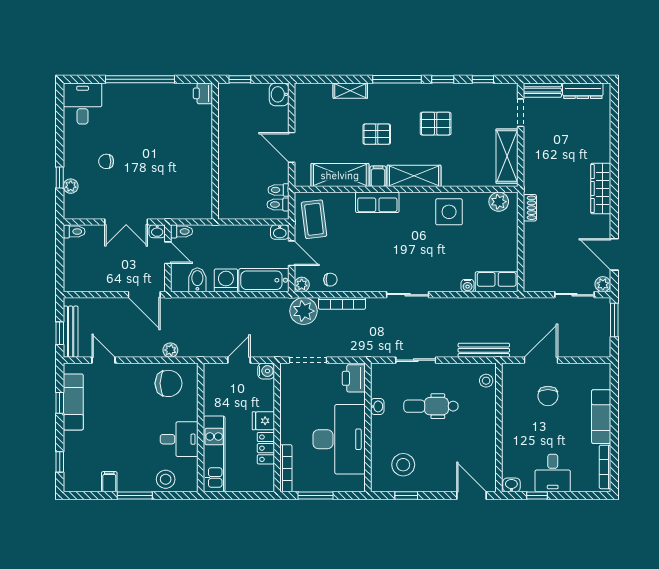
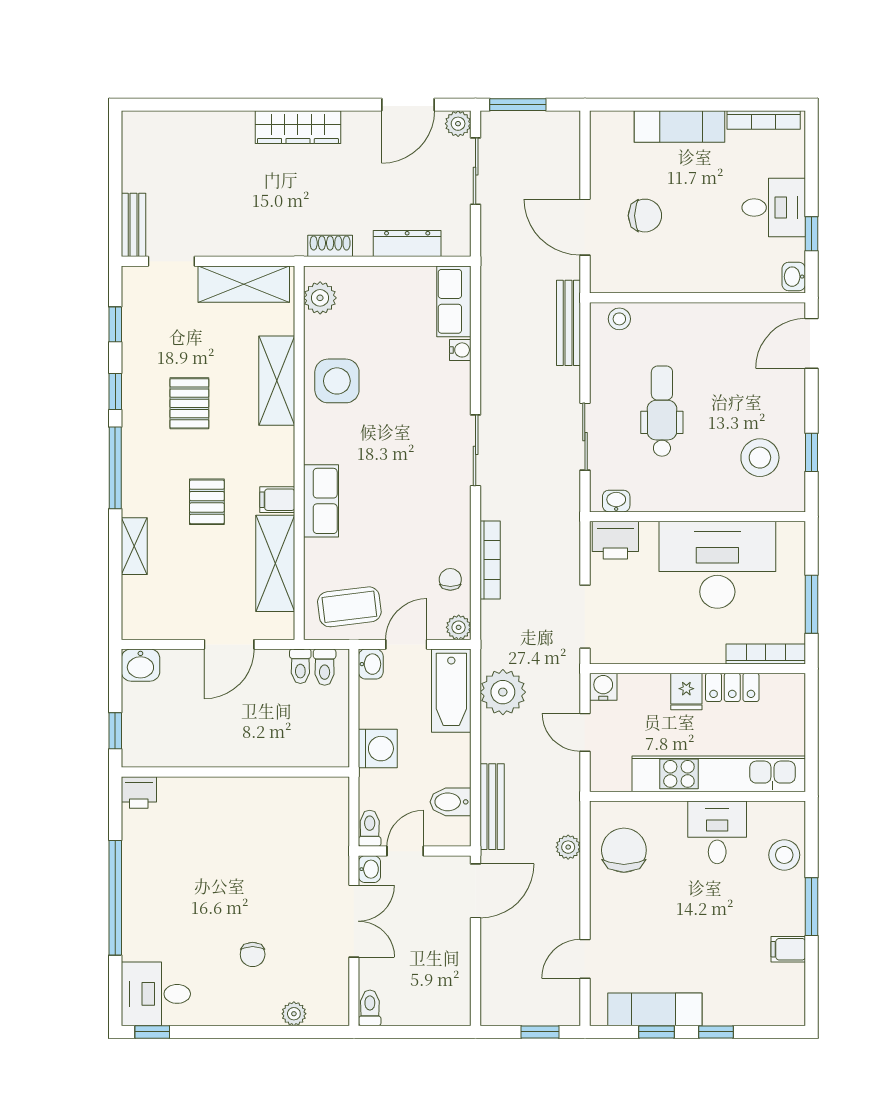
dresser: (583, 91) -> (407, 243), moved, turned -90
shelving: (414, 176) -> (277, 381), moved
window: (60, 177) -> (152, 1032), moved
washing machine: (226, 280) -> (378, 749), moved, turned 180
plant: (304, 311) -> (503, 692), moved
bench: (71, 332) -> (492, 807), moved, turned 90
washbasin: (377, 406) -> (616, 501), moved
dental chair: (431, 406) -> (662, 411), turned 180
kitchen unit: (214, 454) -> (719, 774), width x1.36
window: (60, 462) -> (716, 1032), moved

